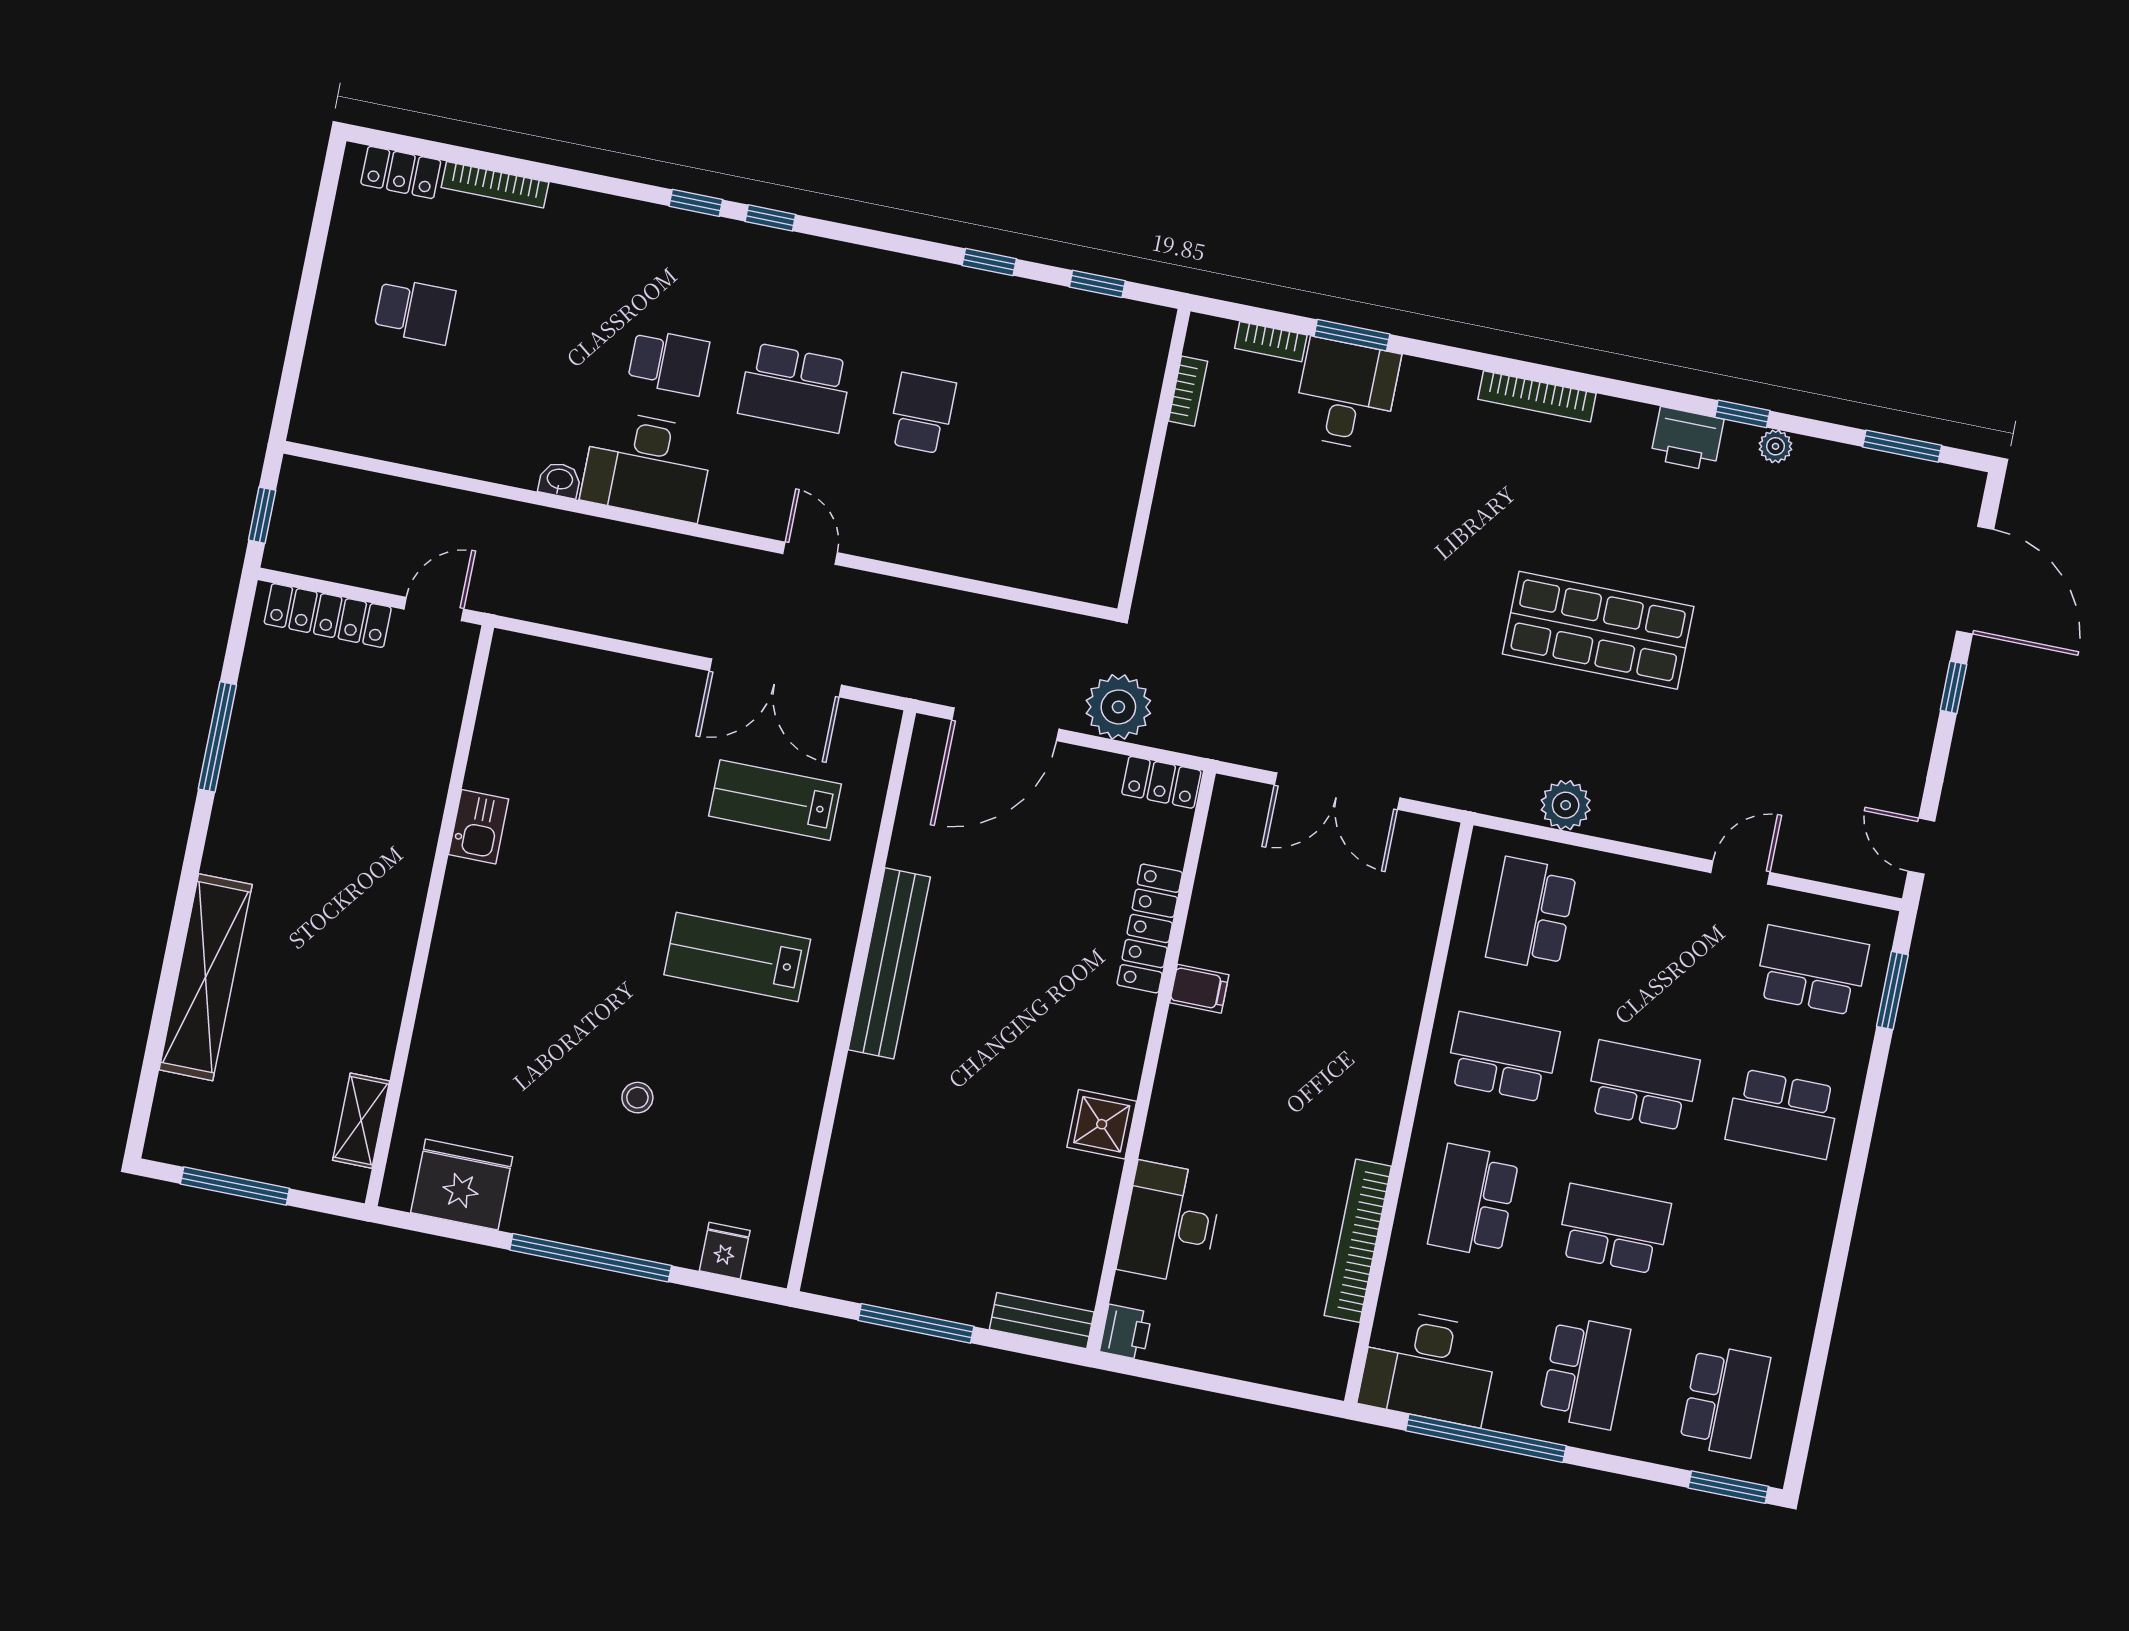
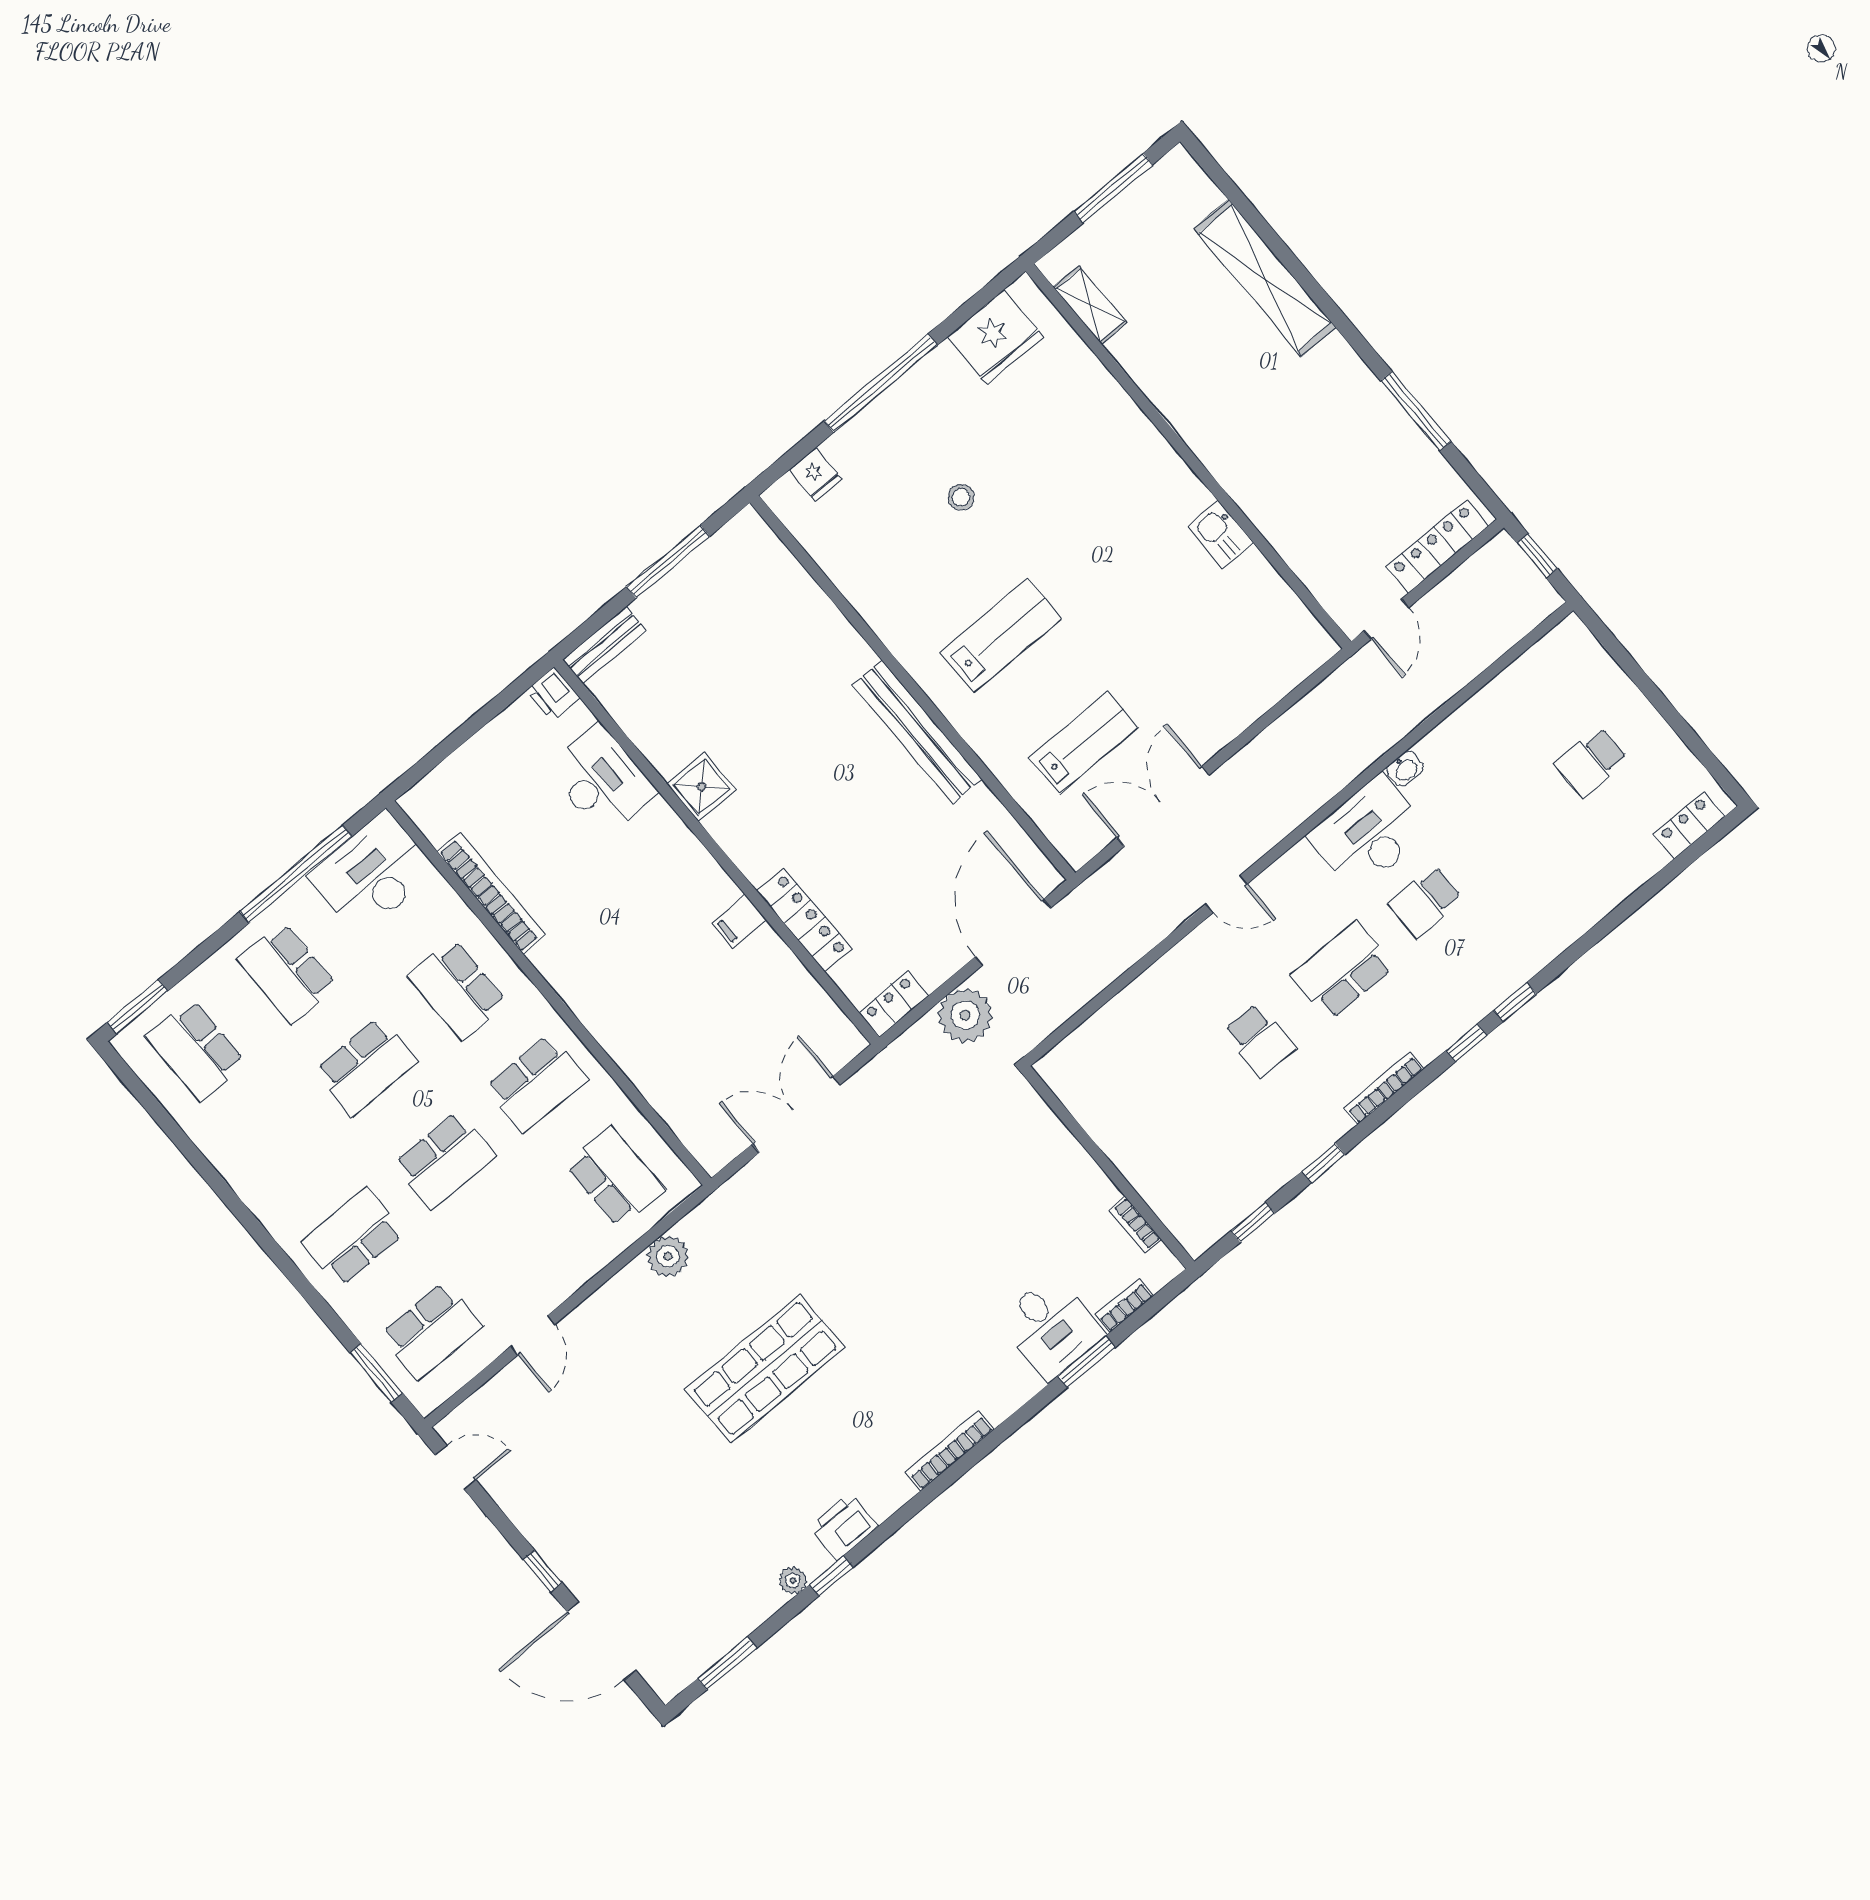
bookcase: (495, 185) -> (1384, 1088), moved
school desk: (1474, 1201) -> (457, 990), turned 180

